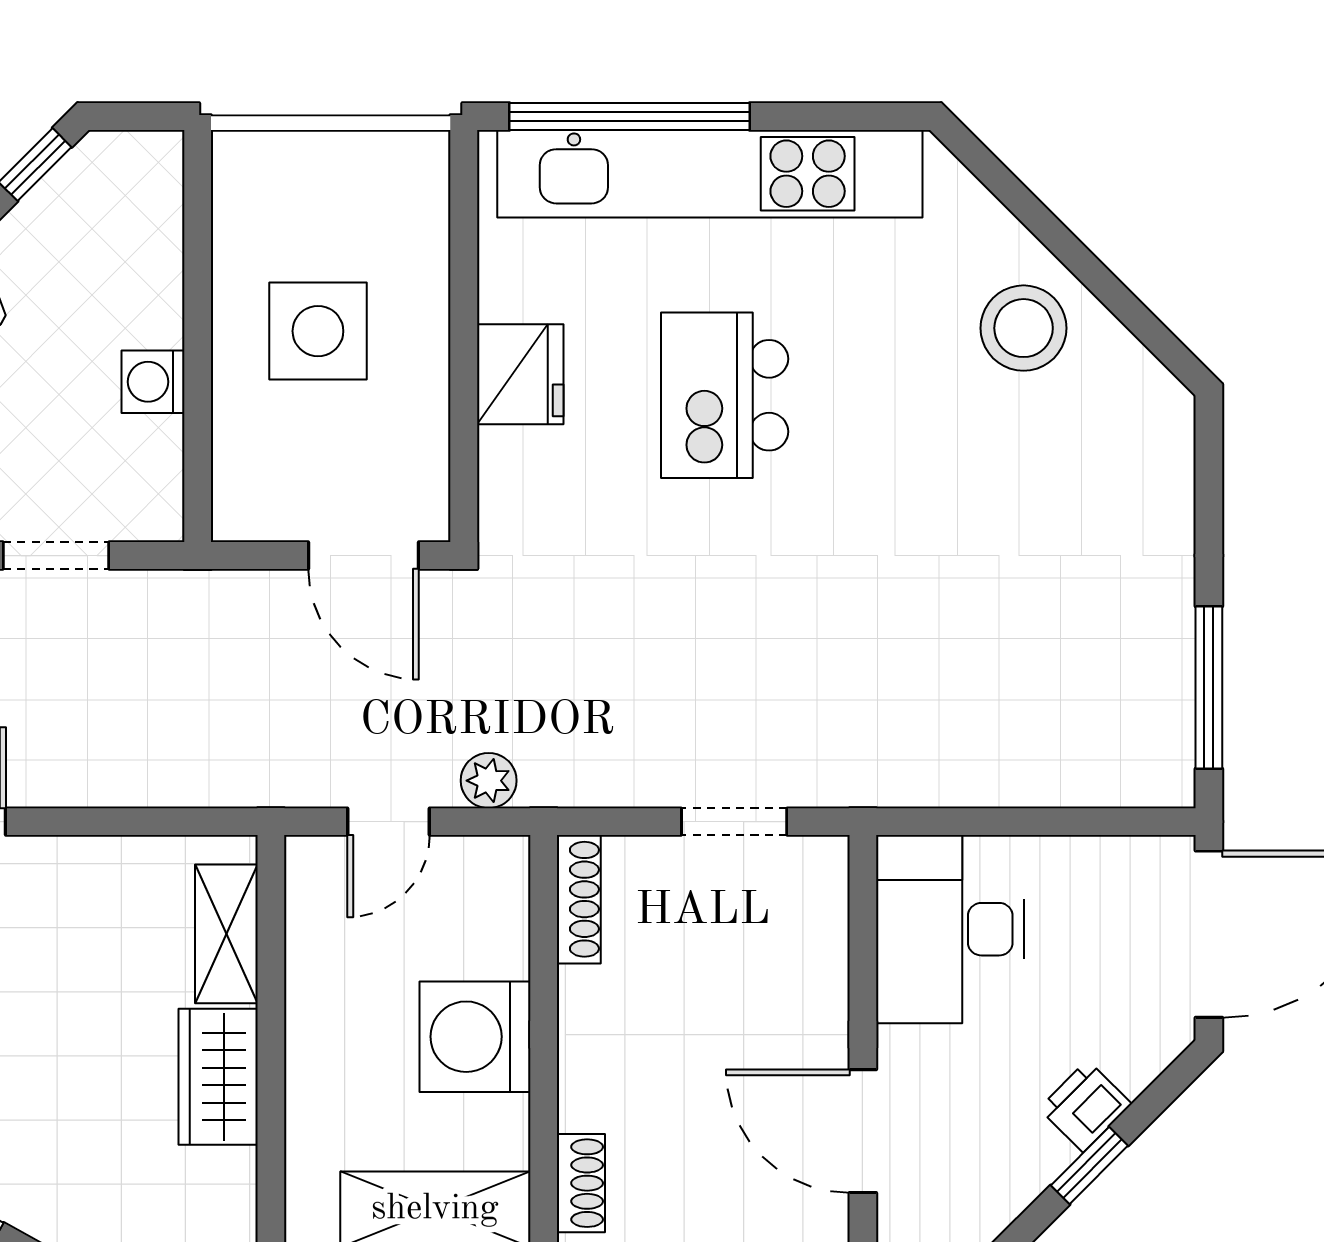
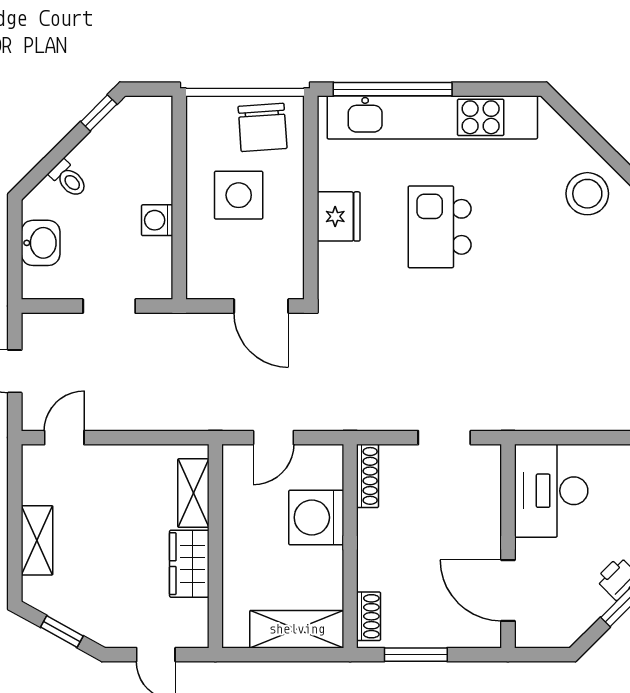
chair: (366, 194) -> (263, 127), added
plant: (489, 781) -> (323, 417), removed
washing machine: (475, 1037) -> (316, 517), moved

